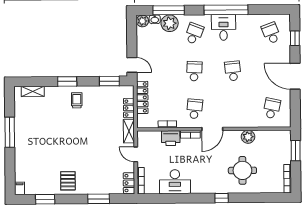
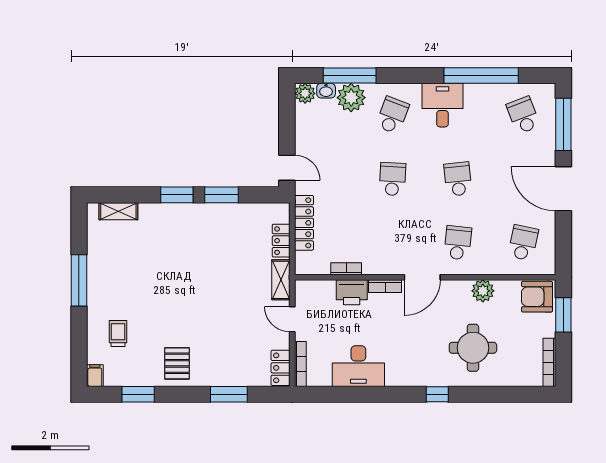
window: (226, 10) -> (481, 75), moved
window: (295, 38) -> (563, 124), width x2.17
window: (109, 81) -> (222, 195), moved
trolley: (77, 100) -> (118, 334), moved
school desk: (195, 109) -> (458, 243), moved
armchair: (280, 140) -> (537, 297), added

